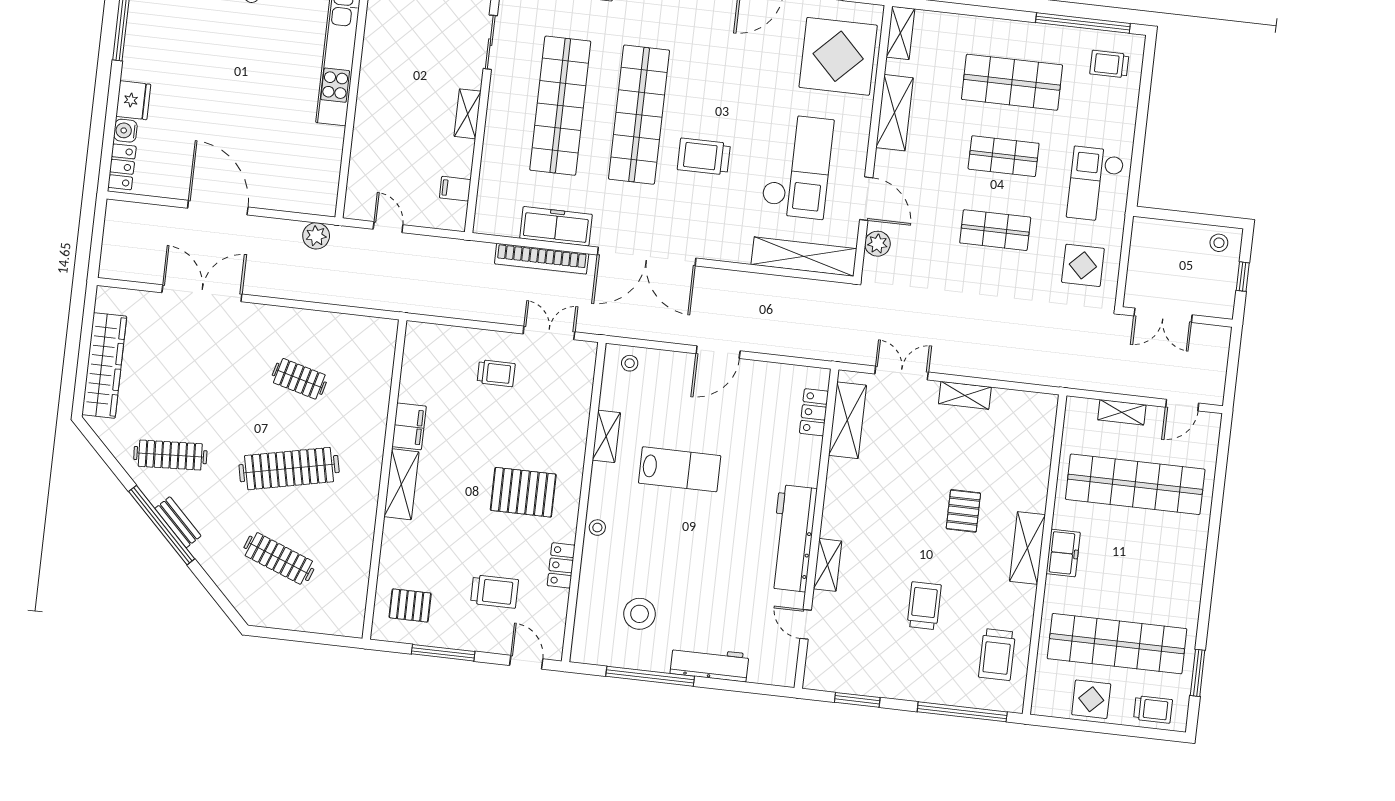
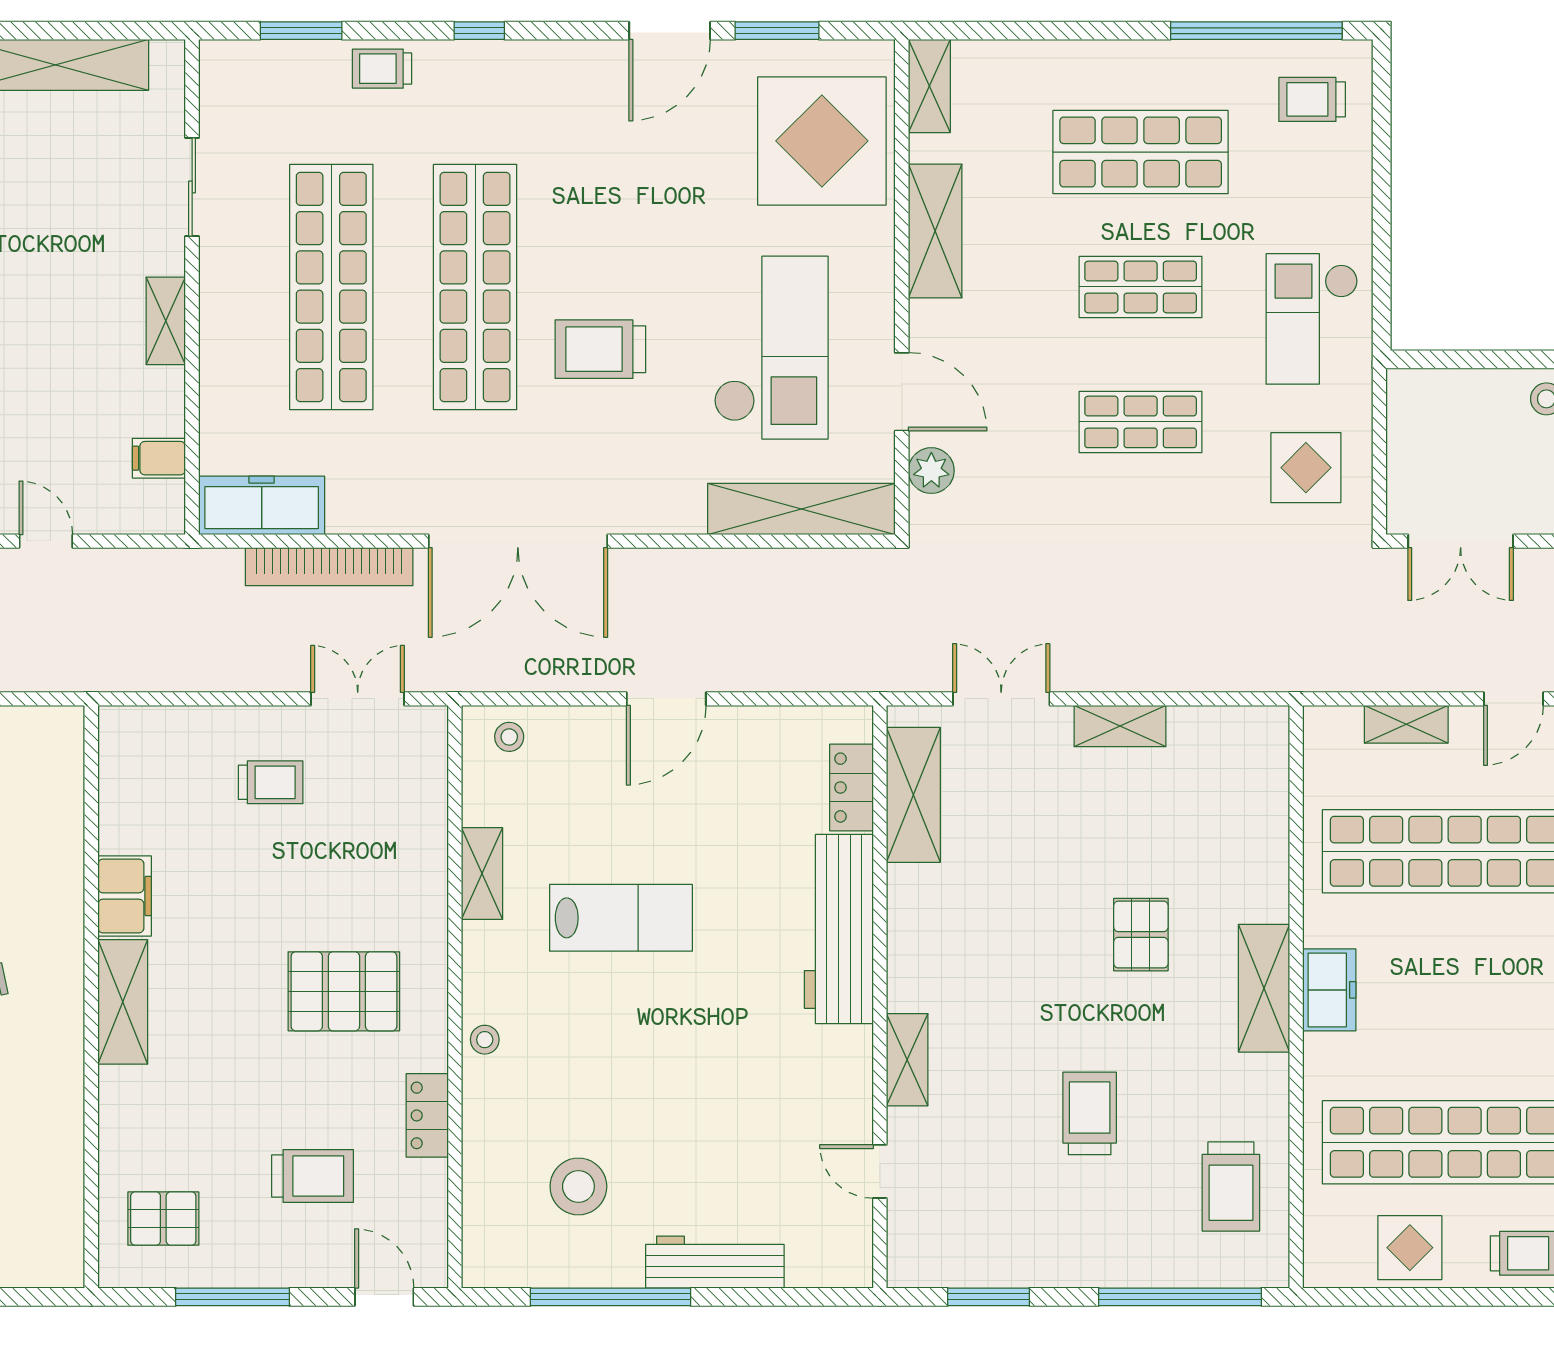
freezer: (556, 226) -> (262, 505), moved
workbench: (793, 538) -> (839, 929), moved

